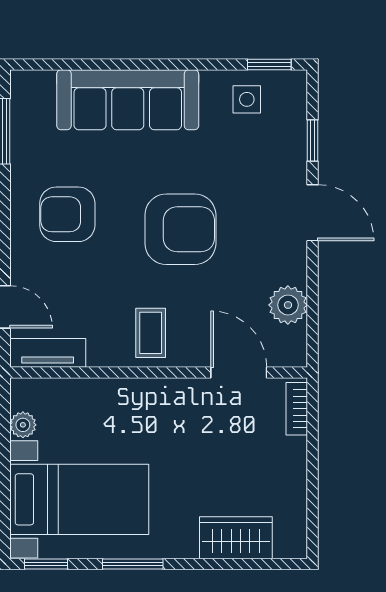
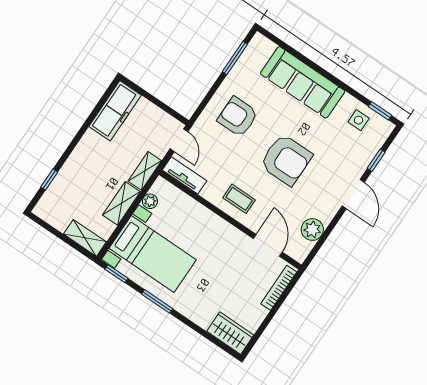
coffee table: (151, 333) -> (239, 199), turned 90
bookcase: (297, 409) -> (279, 288), width x1.56
wardrobe: (236, 538) -> (230, 333), moved

